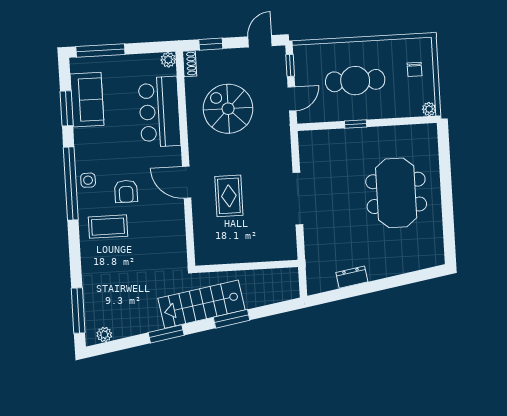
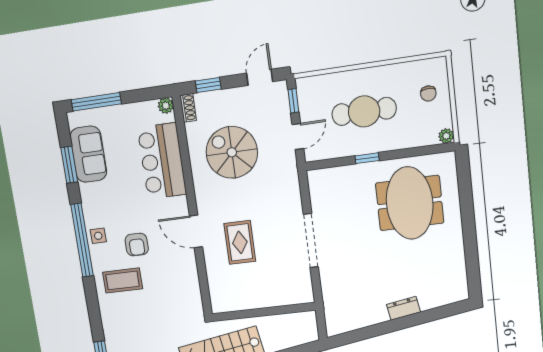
meeting table: (396, 193) -> (410, 203), moved
dresser: (352, 277) -> (403, 308), moved

